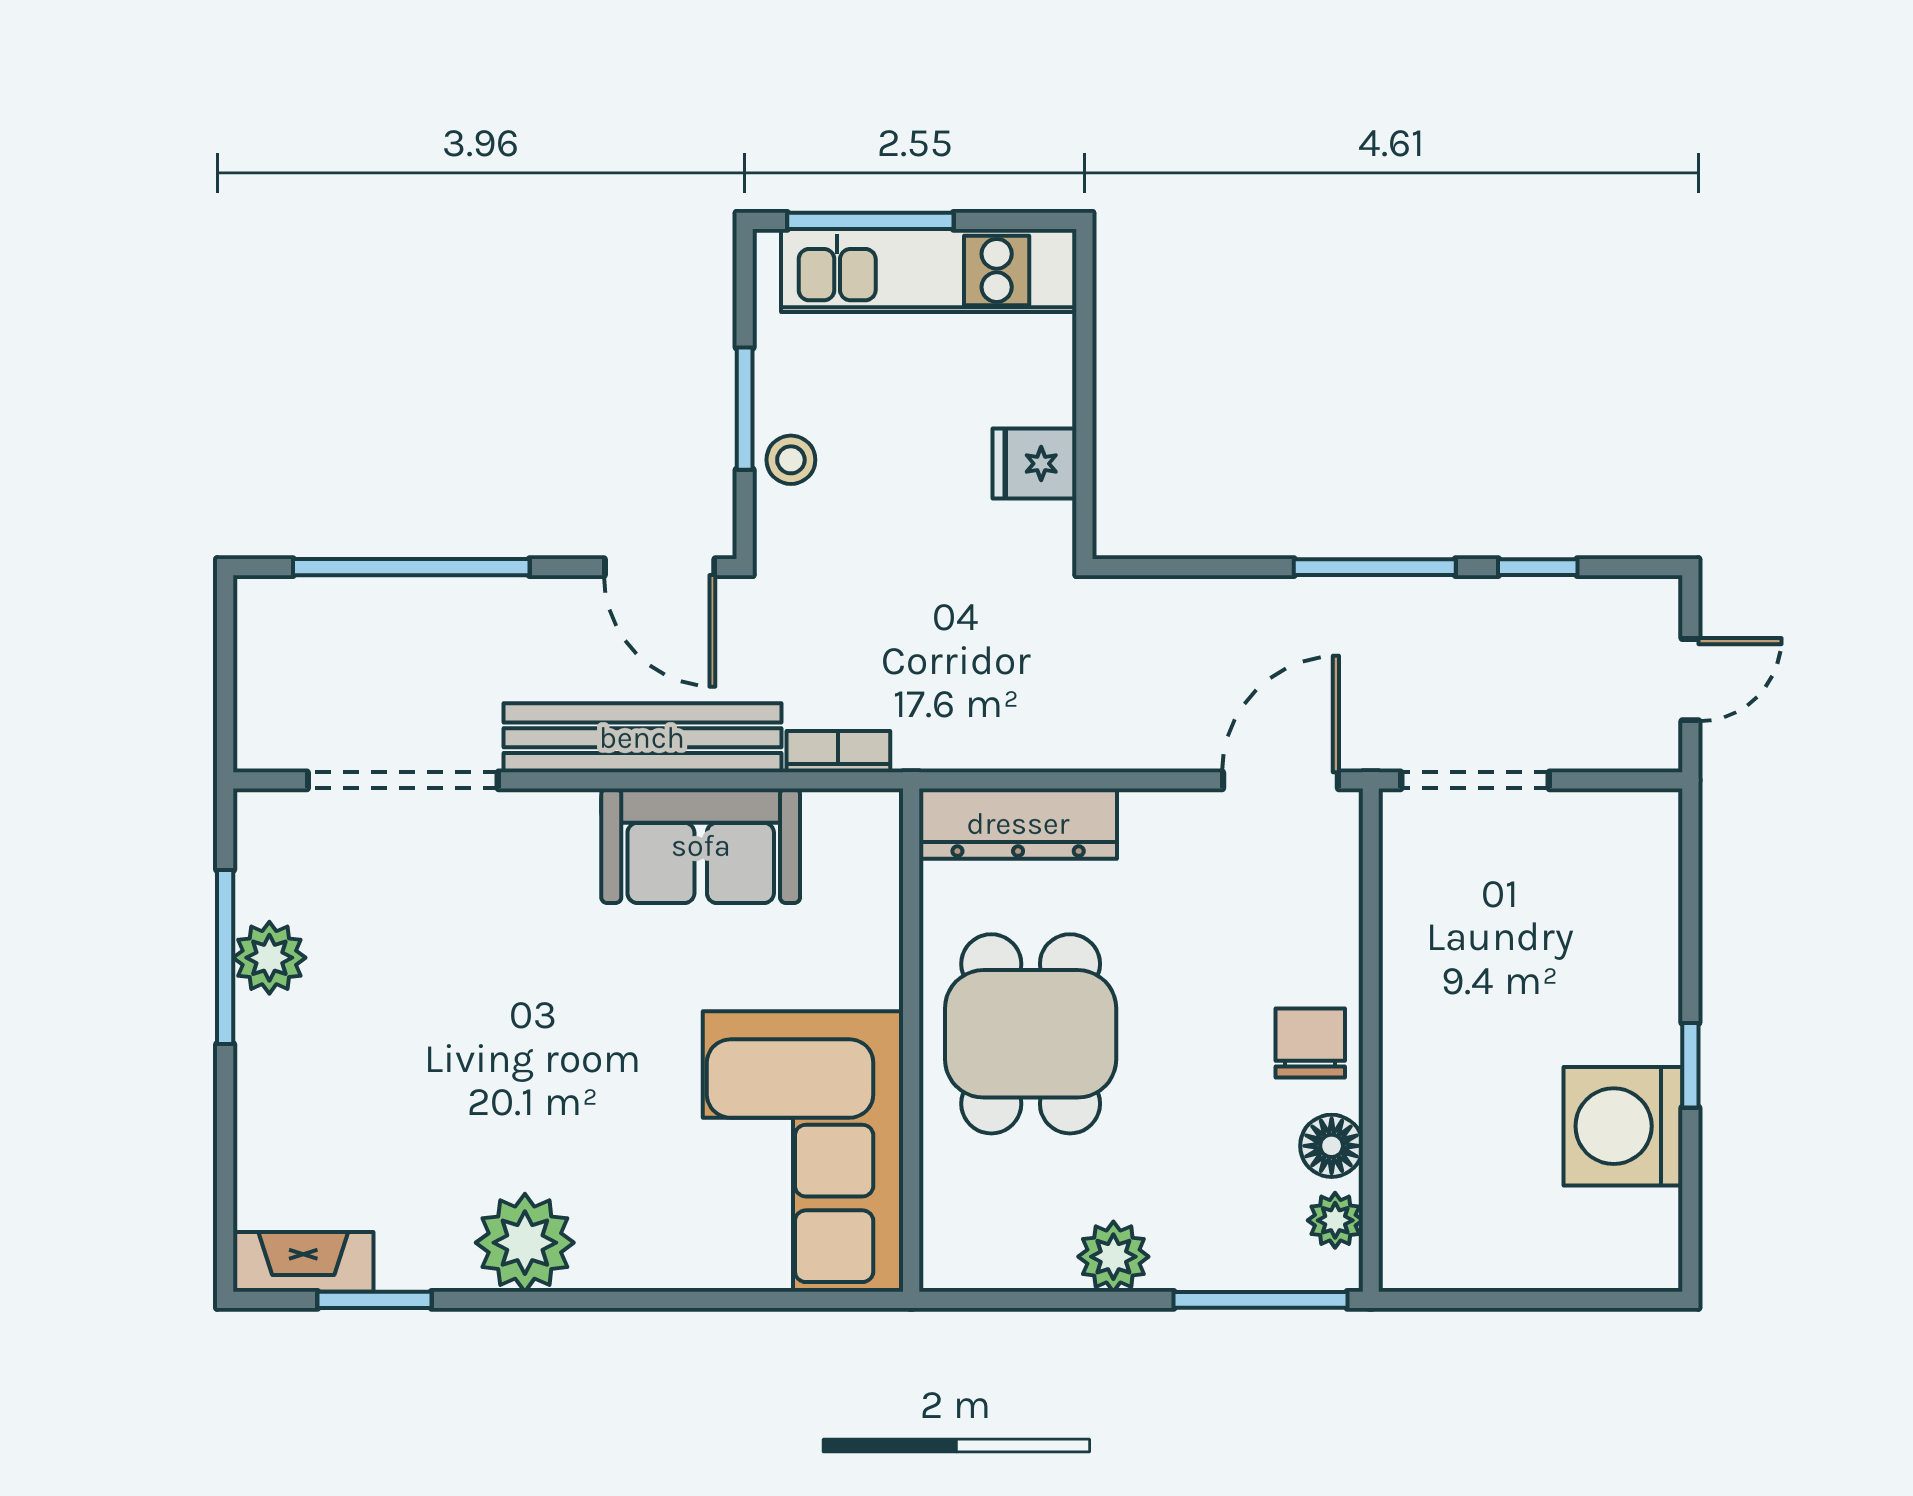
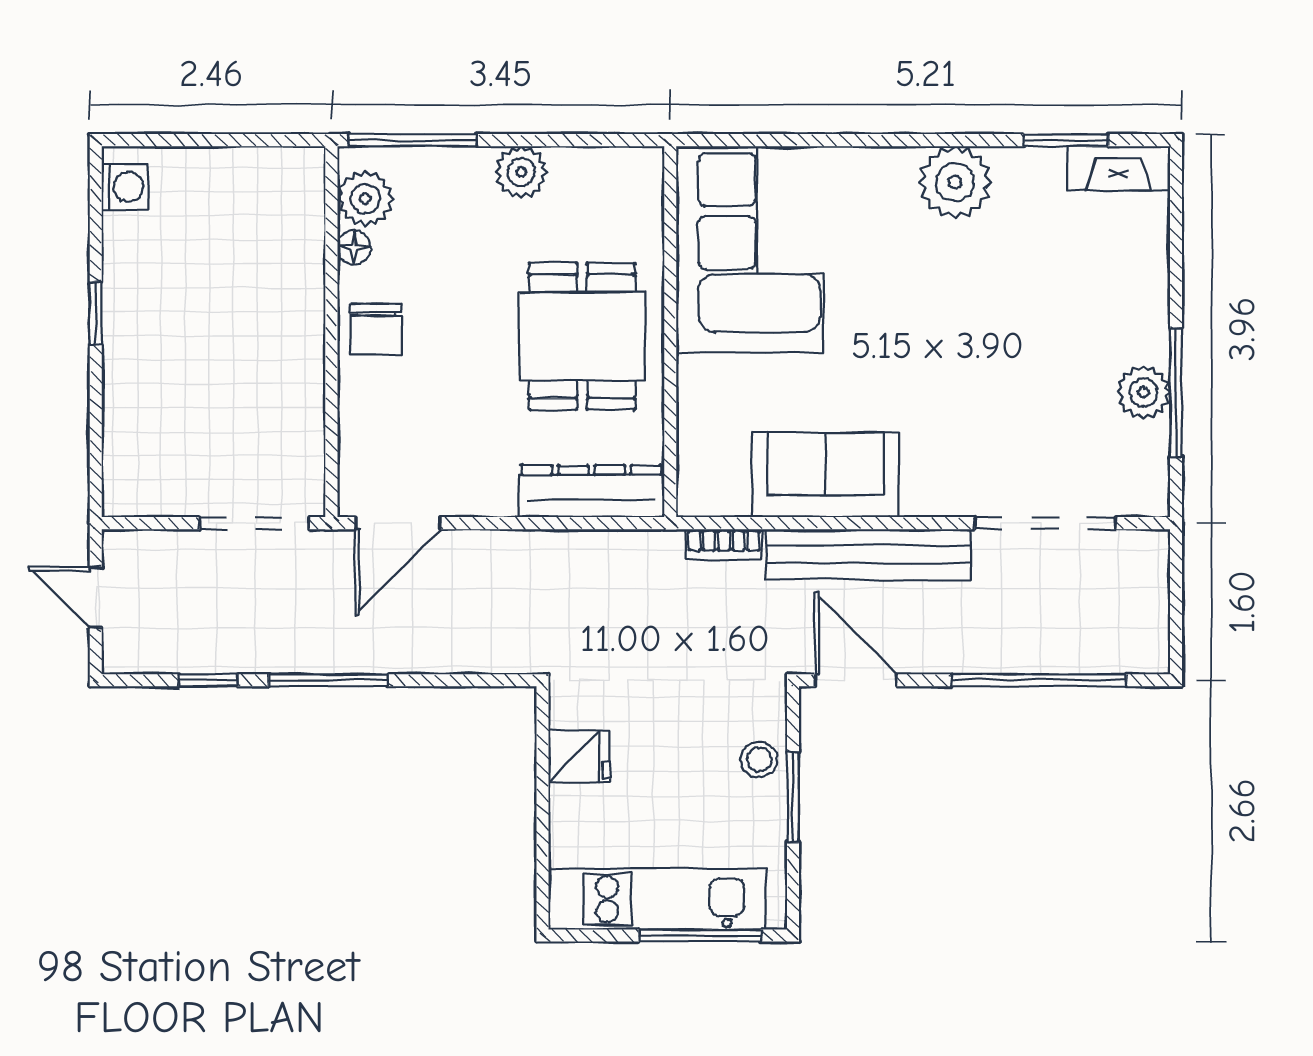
door: (1690, 680) -> (96, 597), hinge flipped
washing machine: (1623, 1126) -> (125, 187), moved, width x0.53, depth x0.53
floor lamp: (1332, 1146) -> (354, 247), width x0.73, depth x0.73
plant: (1335, 1220) -> (365, 199), width x1.38, depth x1.38

